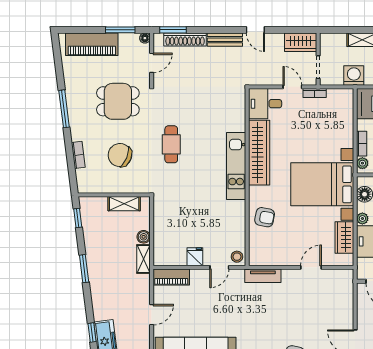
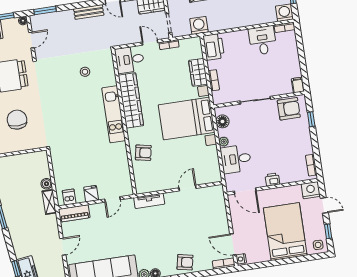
shoe rack: (185, 39) -> (56, 17), removed
cafe table: (171, 144) -> (58, 104), removed
chair: (120, 155) -> (17, 120), turned 68
plant: (362, 163) -> (217, 96), removed
shelving: (124, 204) -> (26, 159), removed
wardrobe: (344, 237) -> (198, 72), moved
dishwasher: (168, 257) -> (69, 197), added
stool: (237, 257) -> (85, 72), moved

